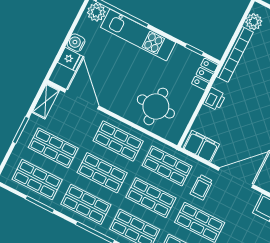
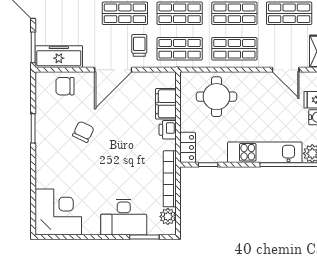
door: (82, 99) -> (286, 70), width x0.73
filing cabinet: (201, 146) -> (166, 104), moved, turned 90

